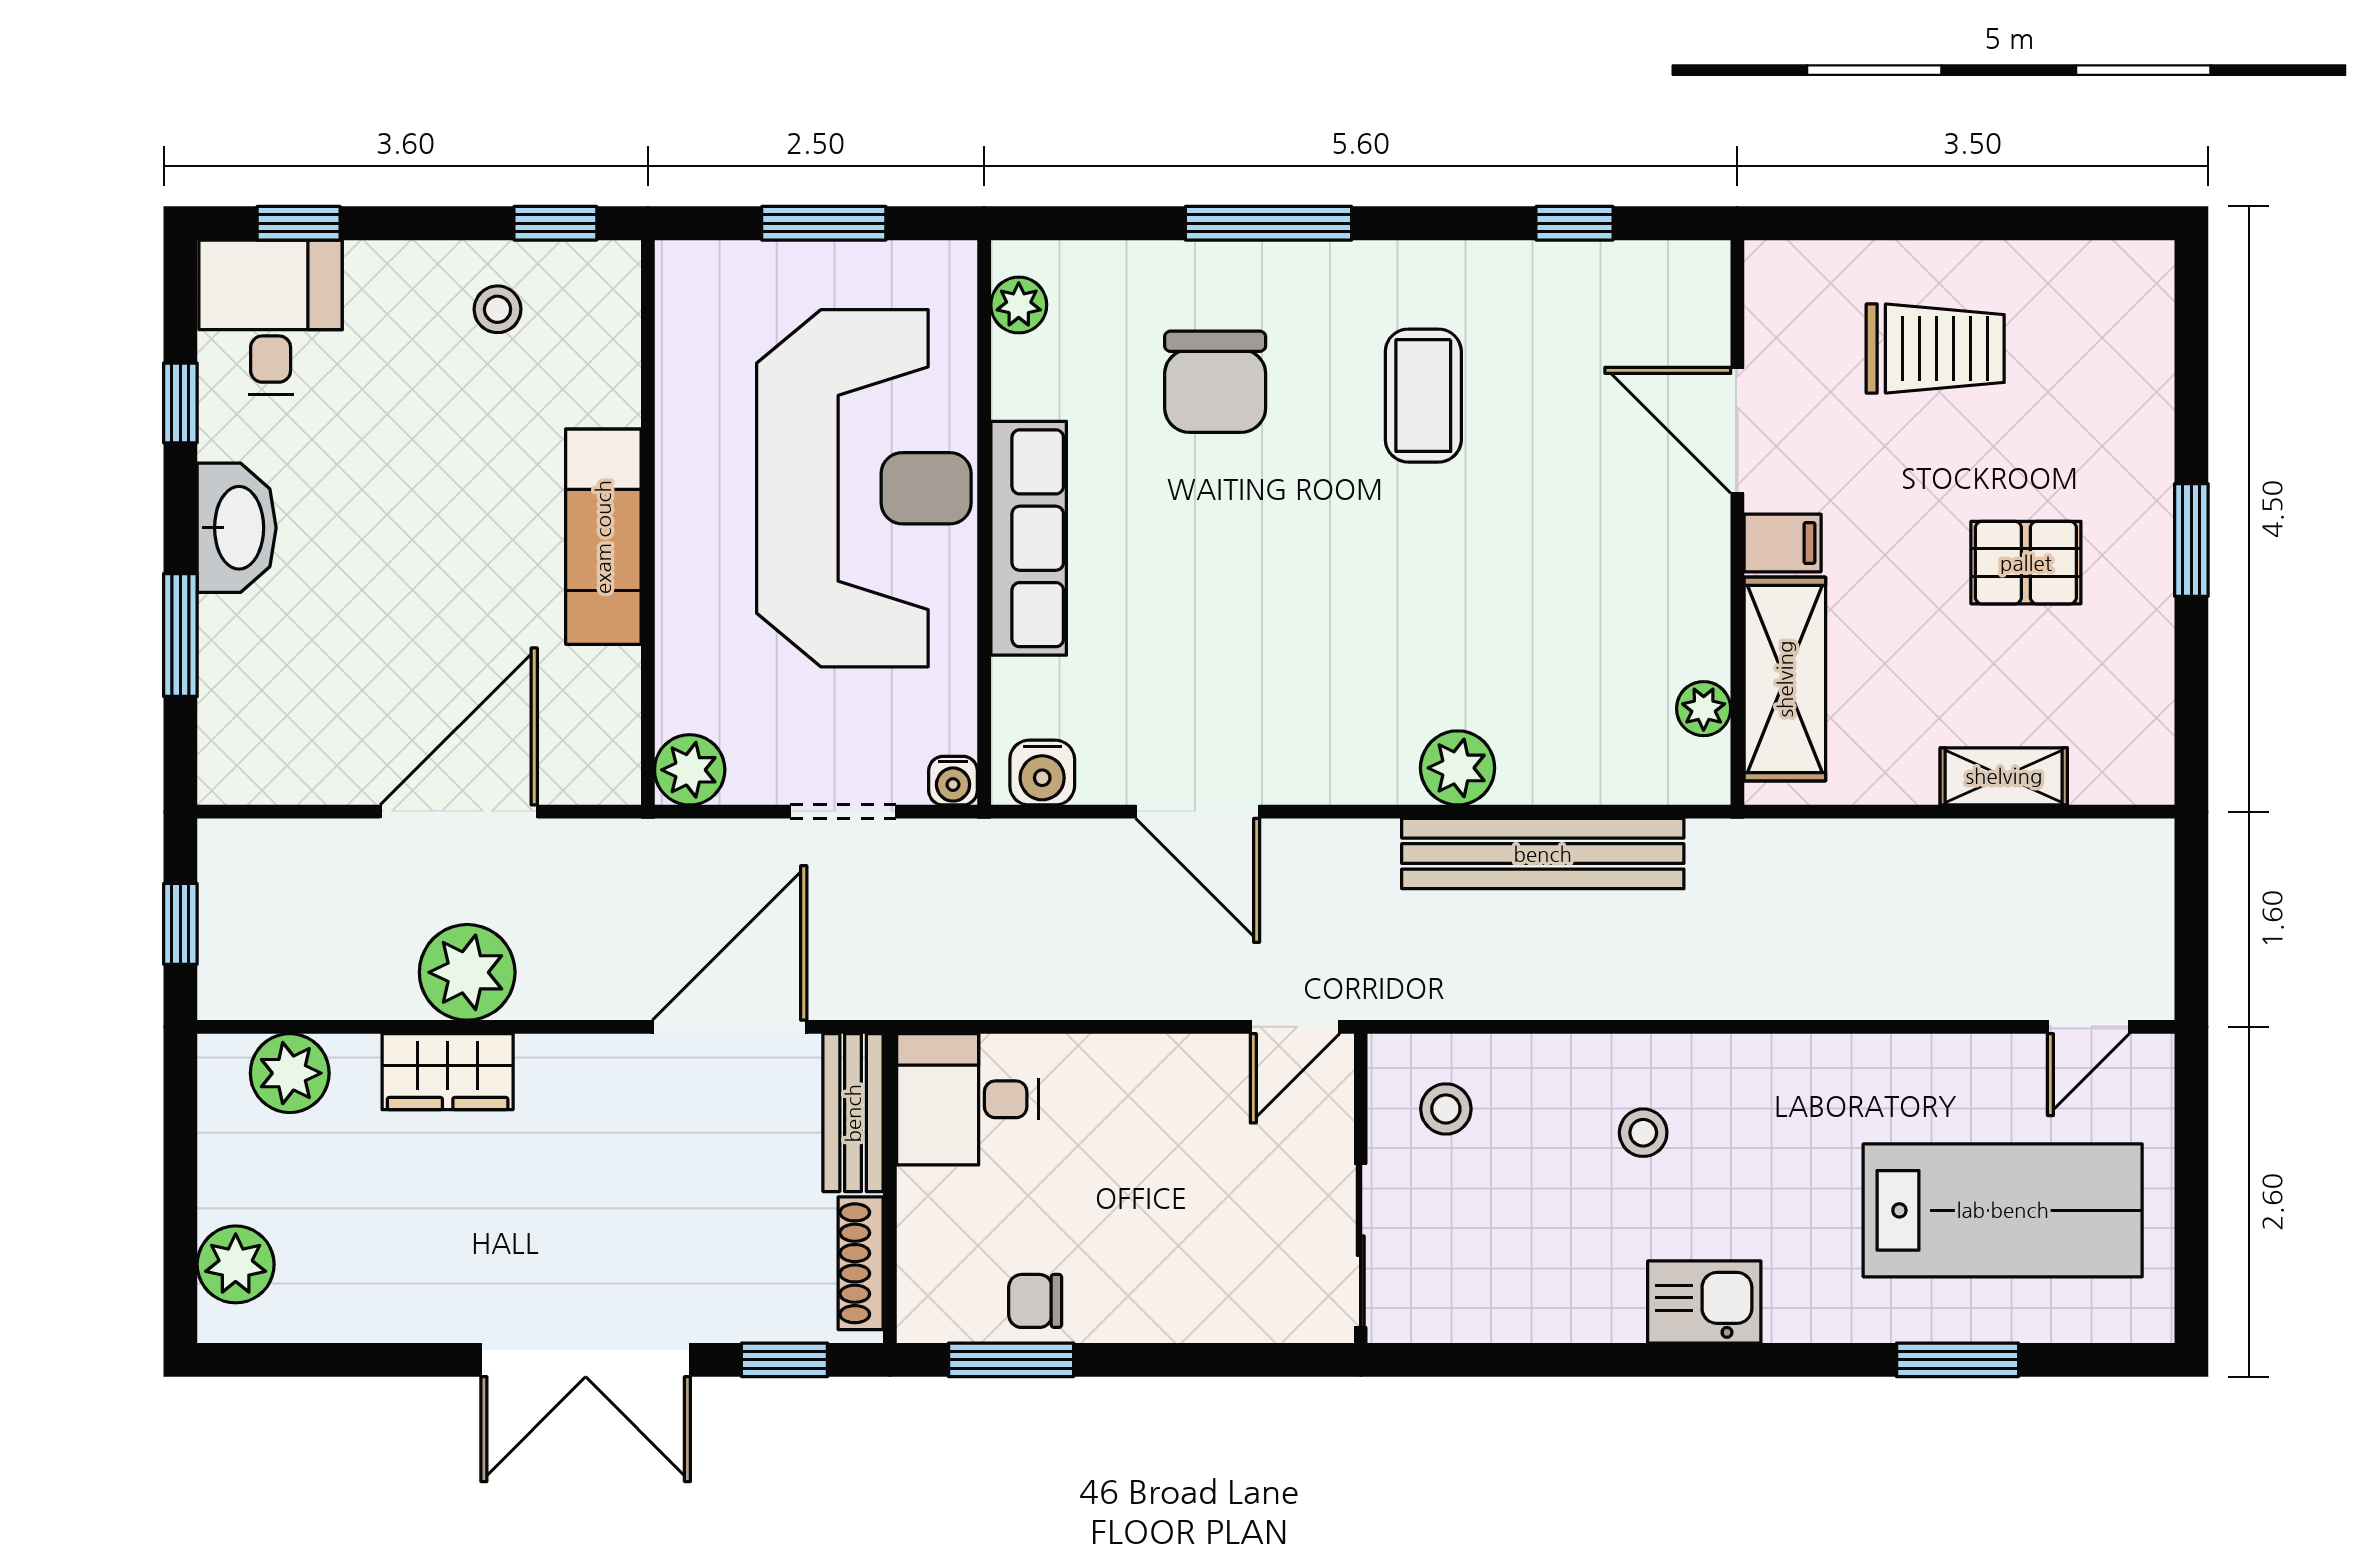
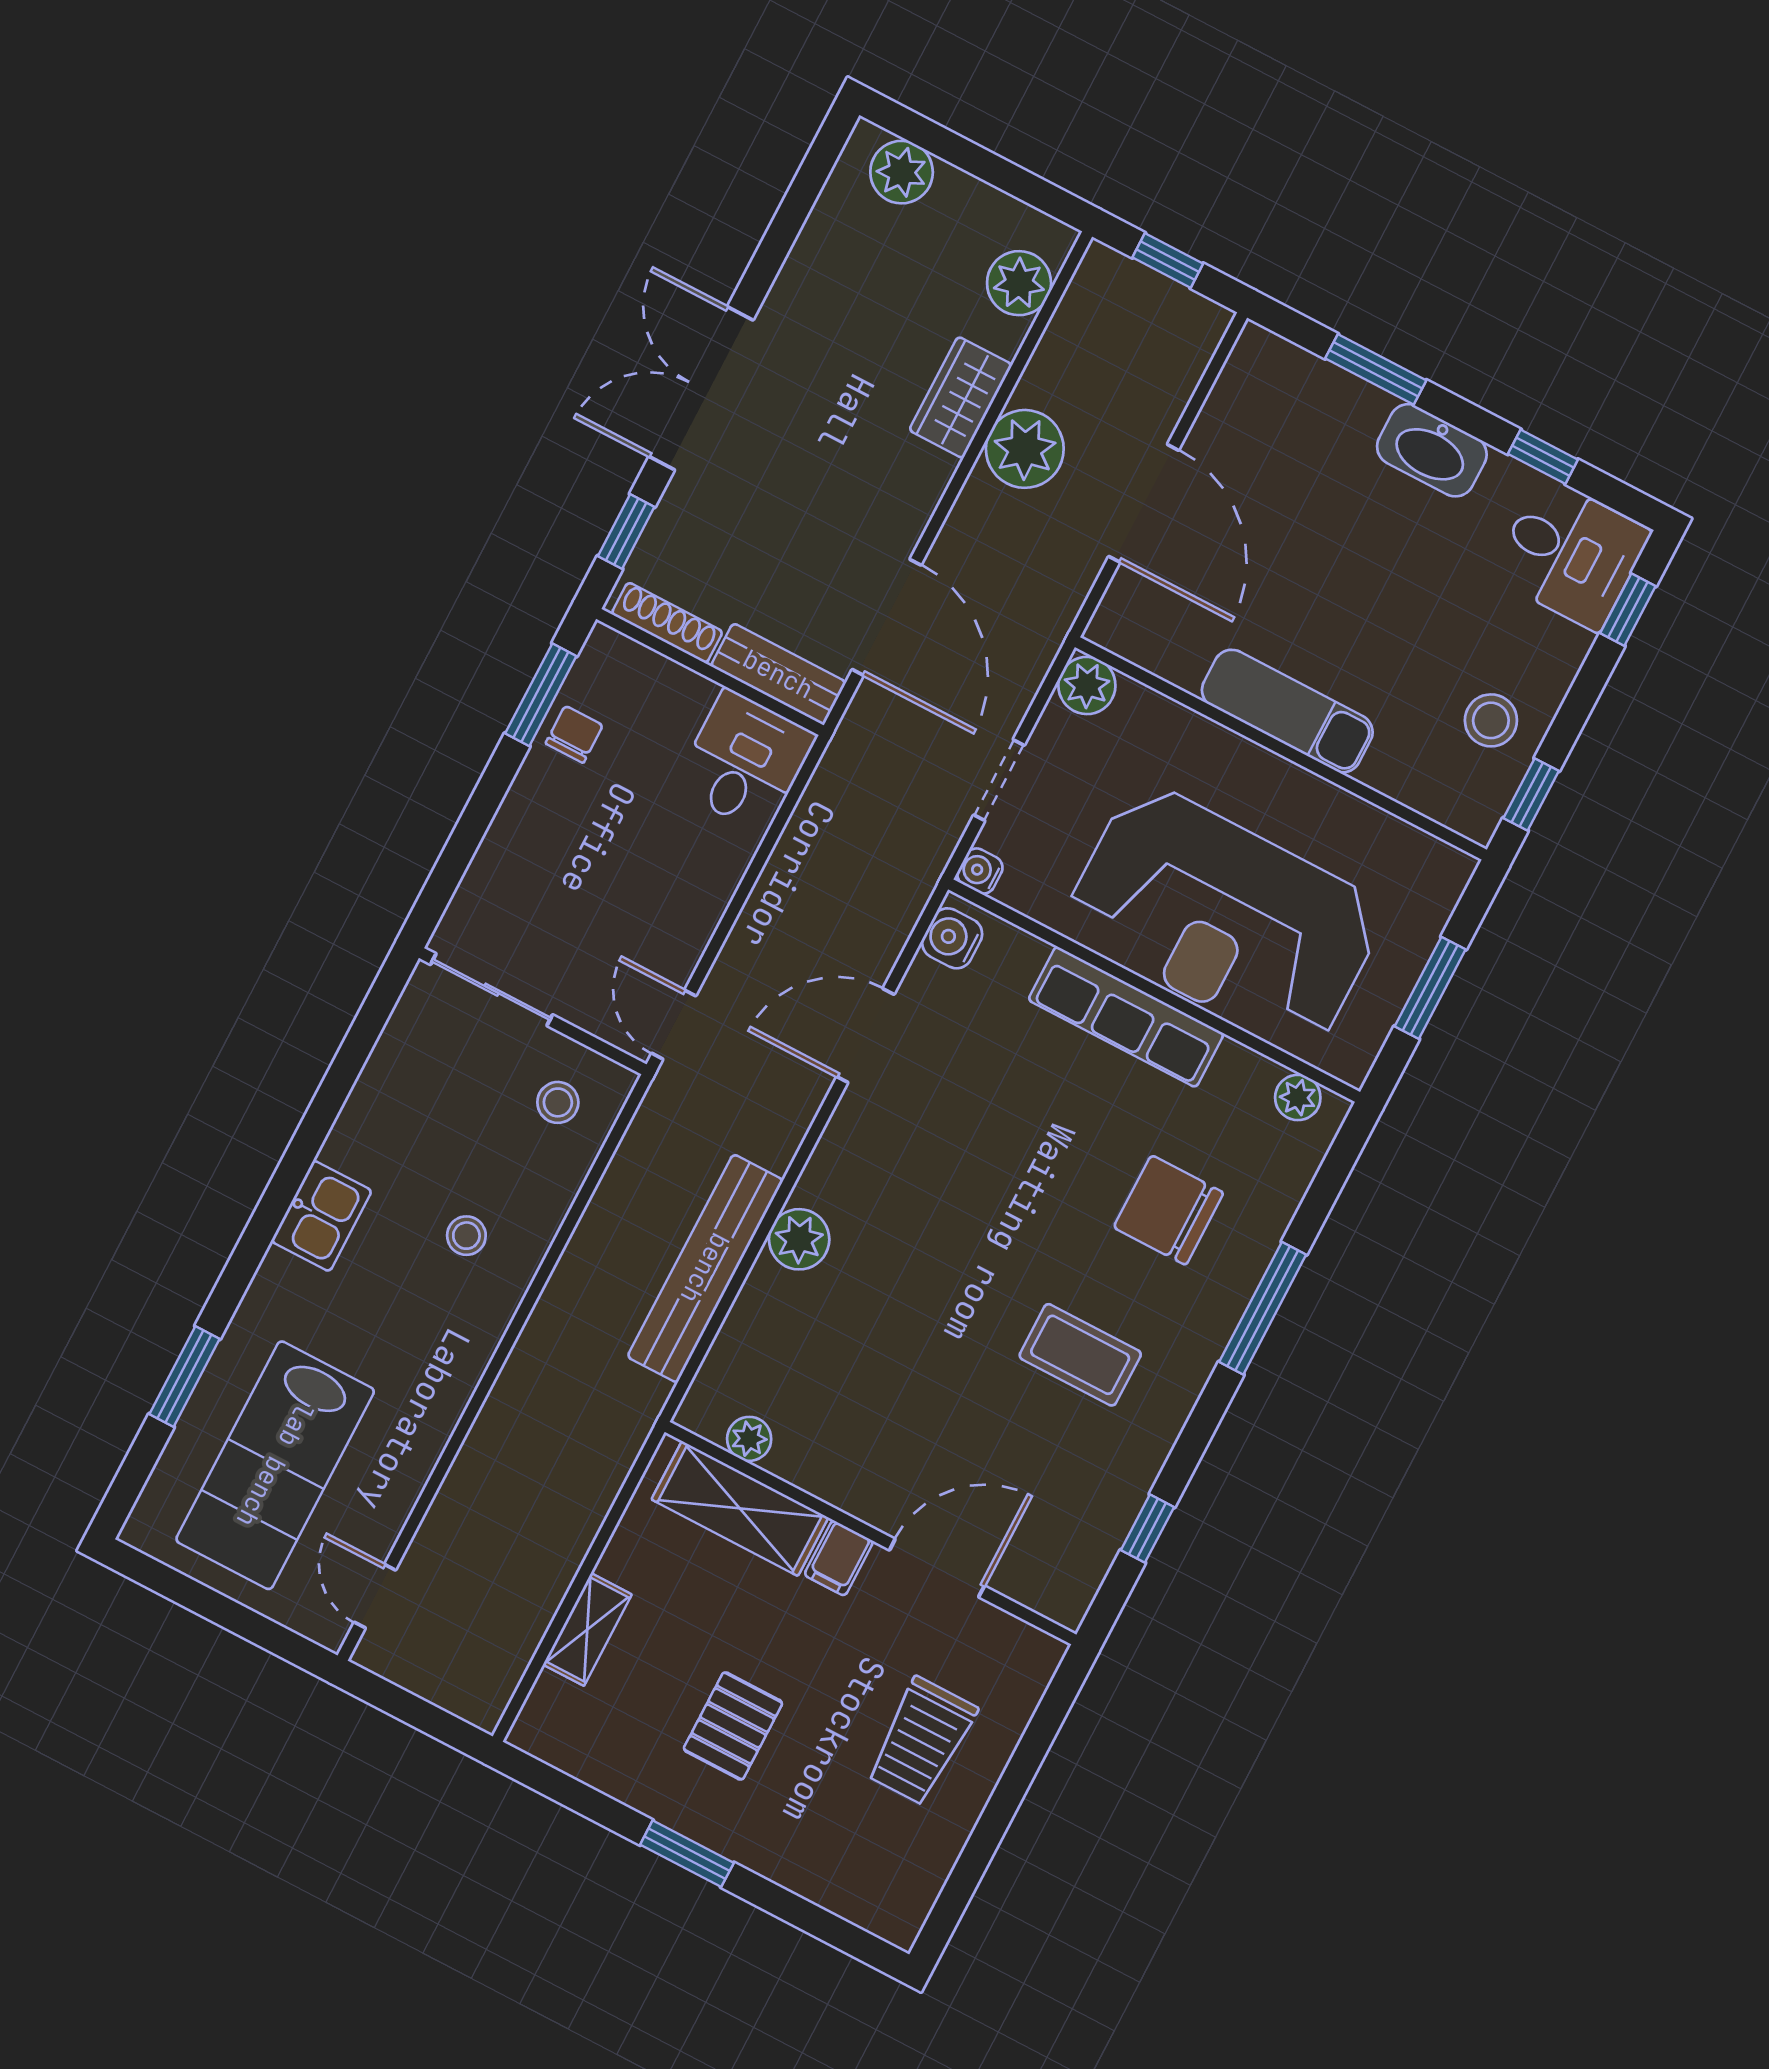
stool: (498, 309) -> (1491, 720), width x1.37, depth x1.37

